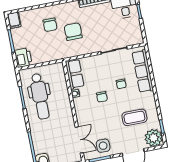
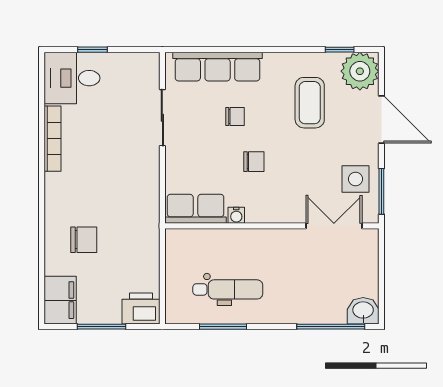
filing cabinet: (14, 20) -> (60, 300), width x2.00
chair: (73, 32) -> (107, 195), removed
dental chair: (40, 96) -> (228, 289), width x0.73, depth x0.72

